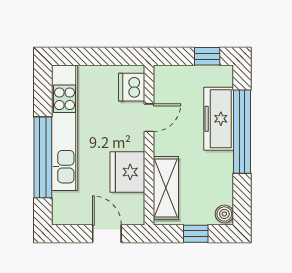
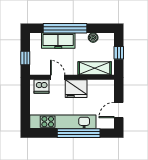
window: (207, 56) -> (25, 58), moved
fridge: (127, 172) -> (76, 89), moved
boiler: (224, 214) -> (93, 38), moved
door: (107, 234) -> (119, 110), moved

